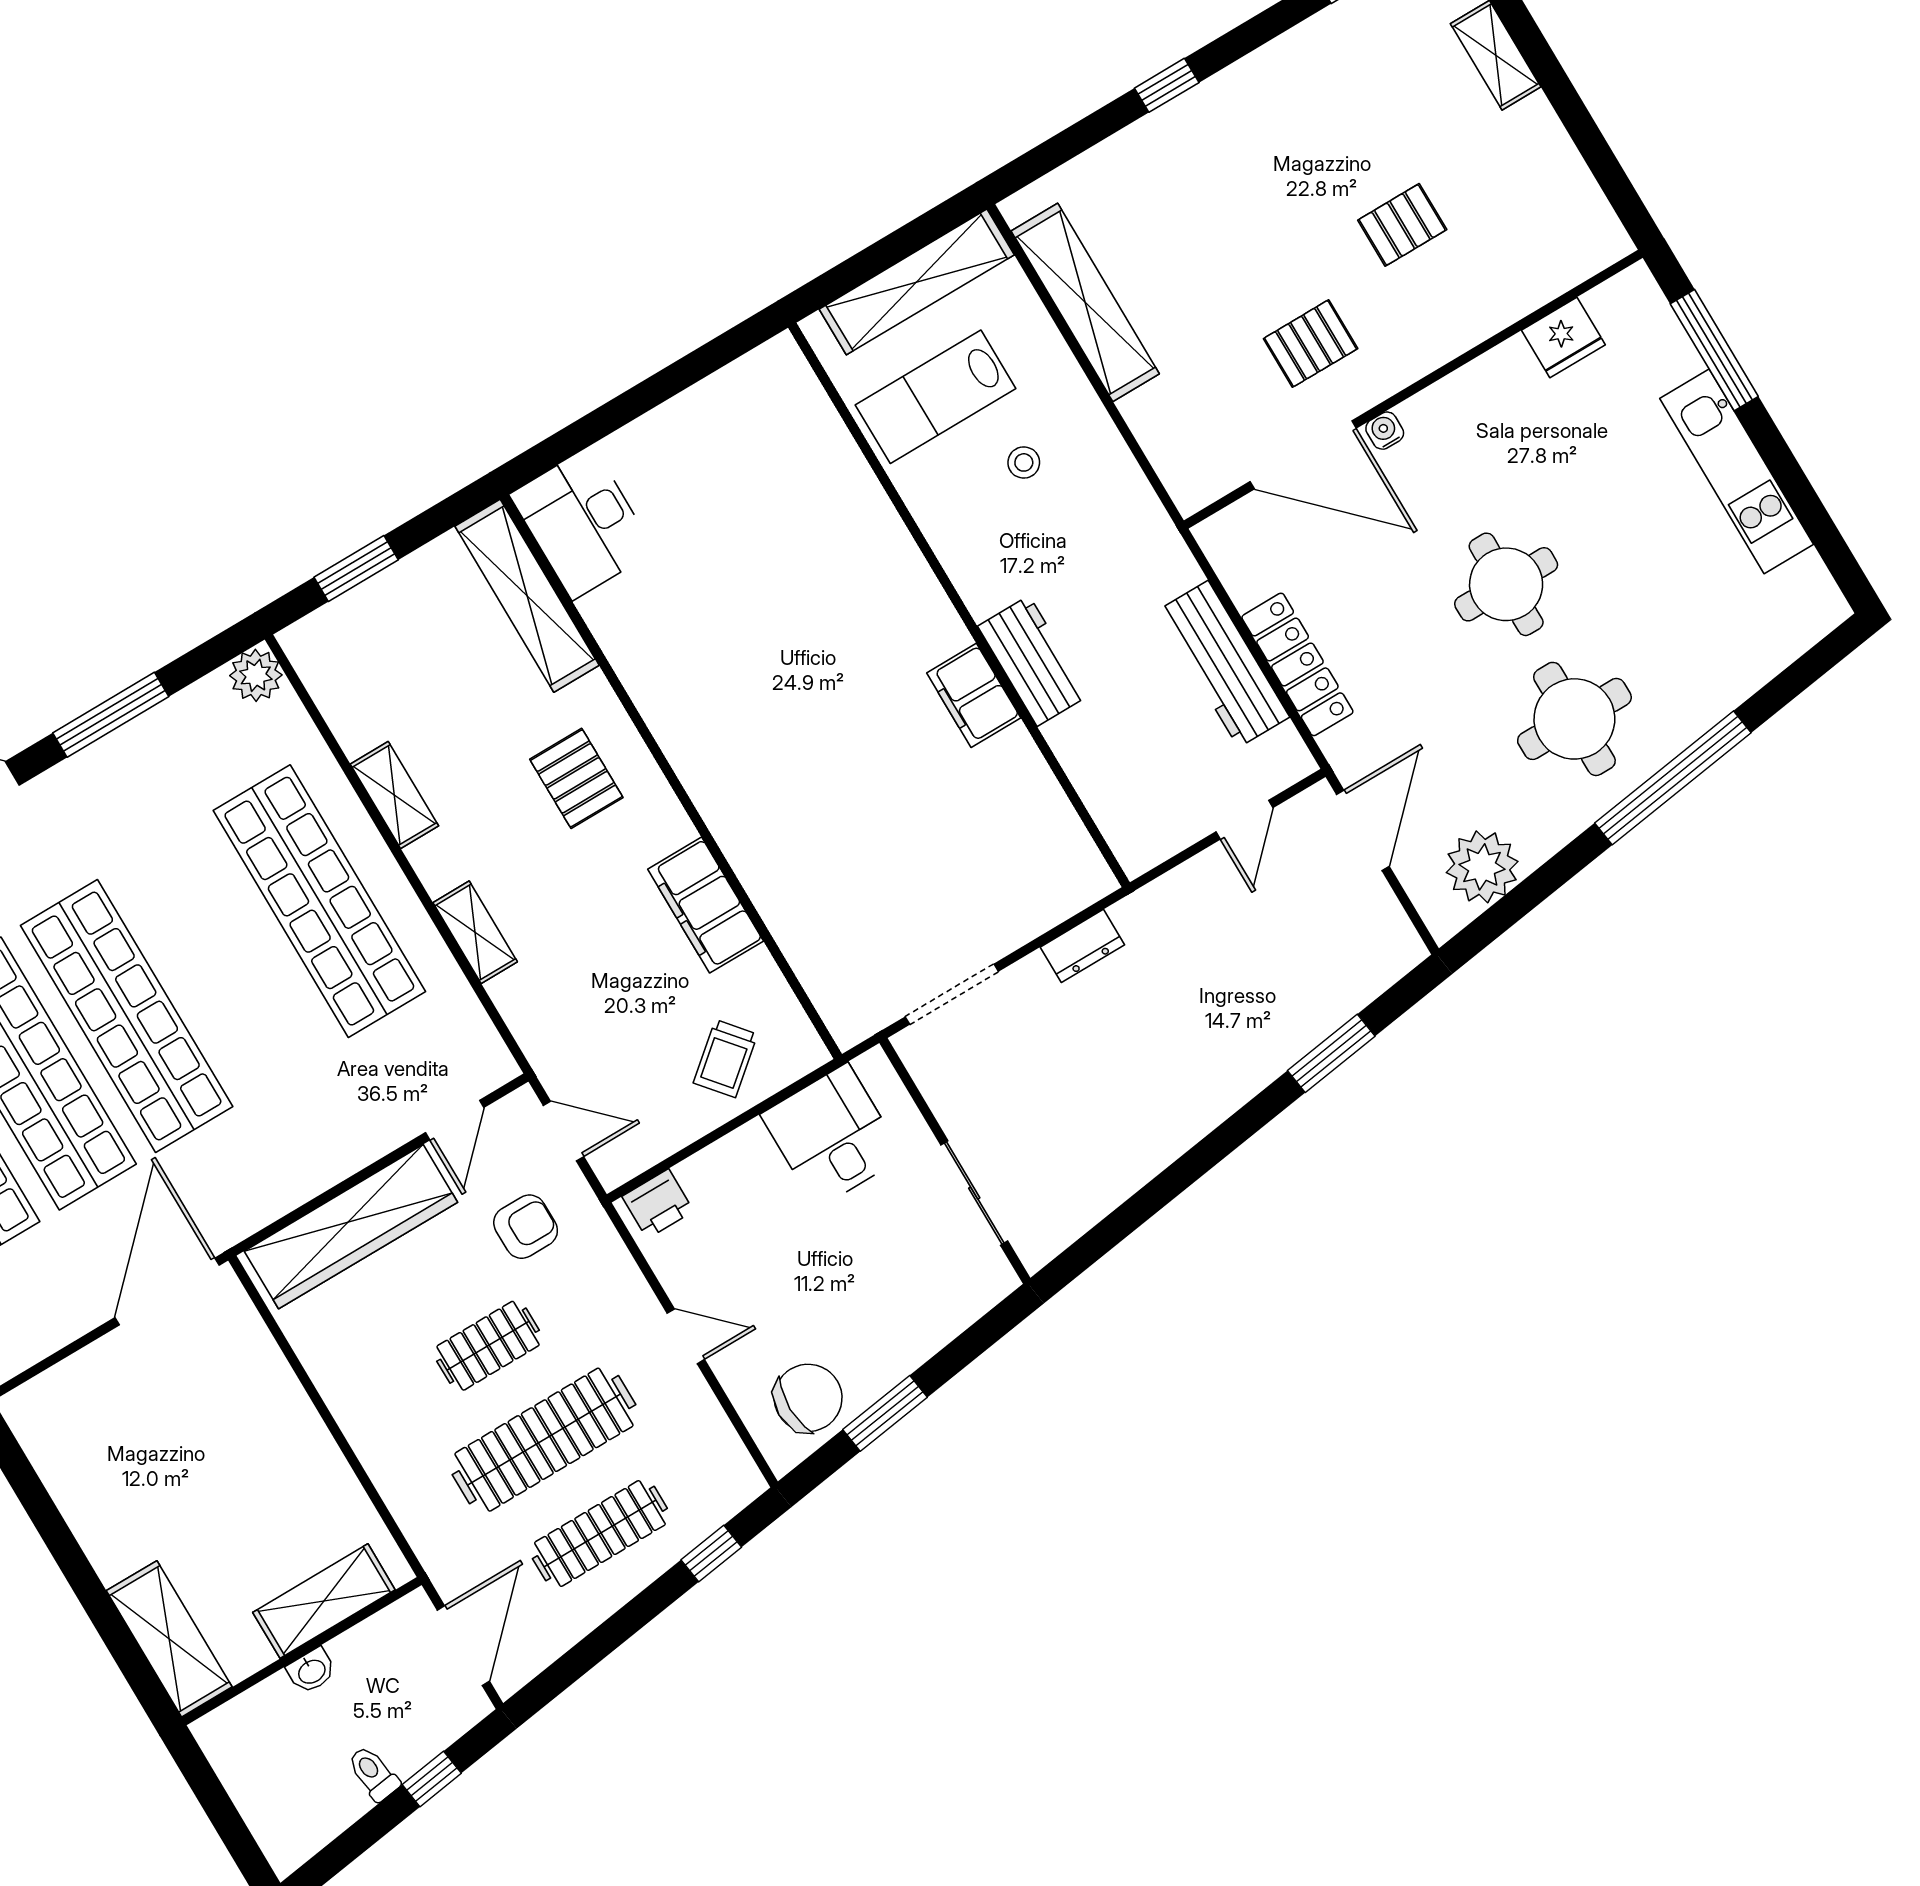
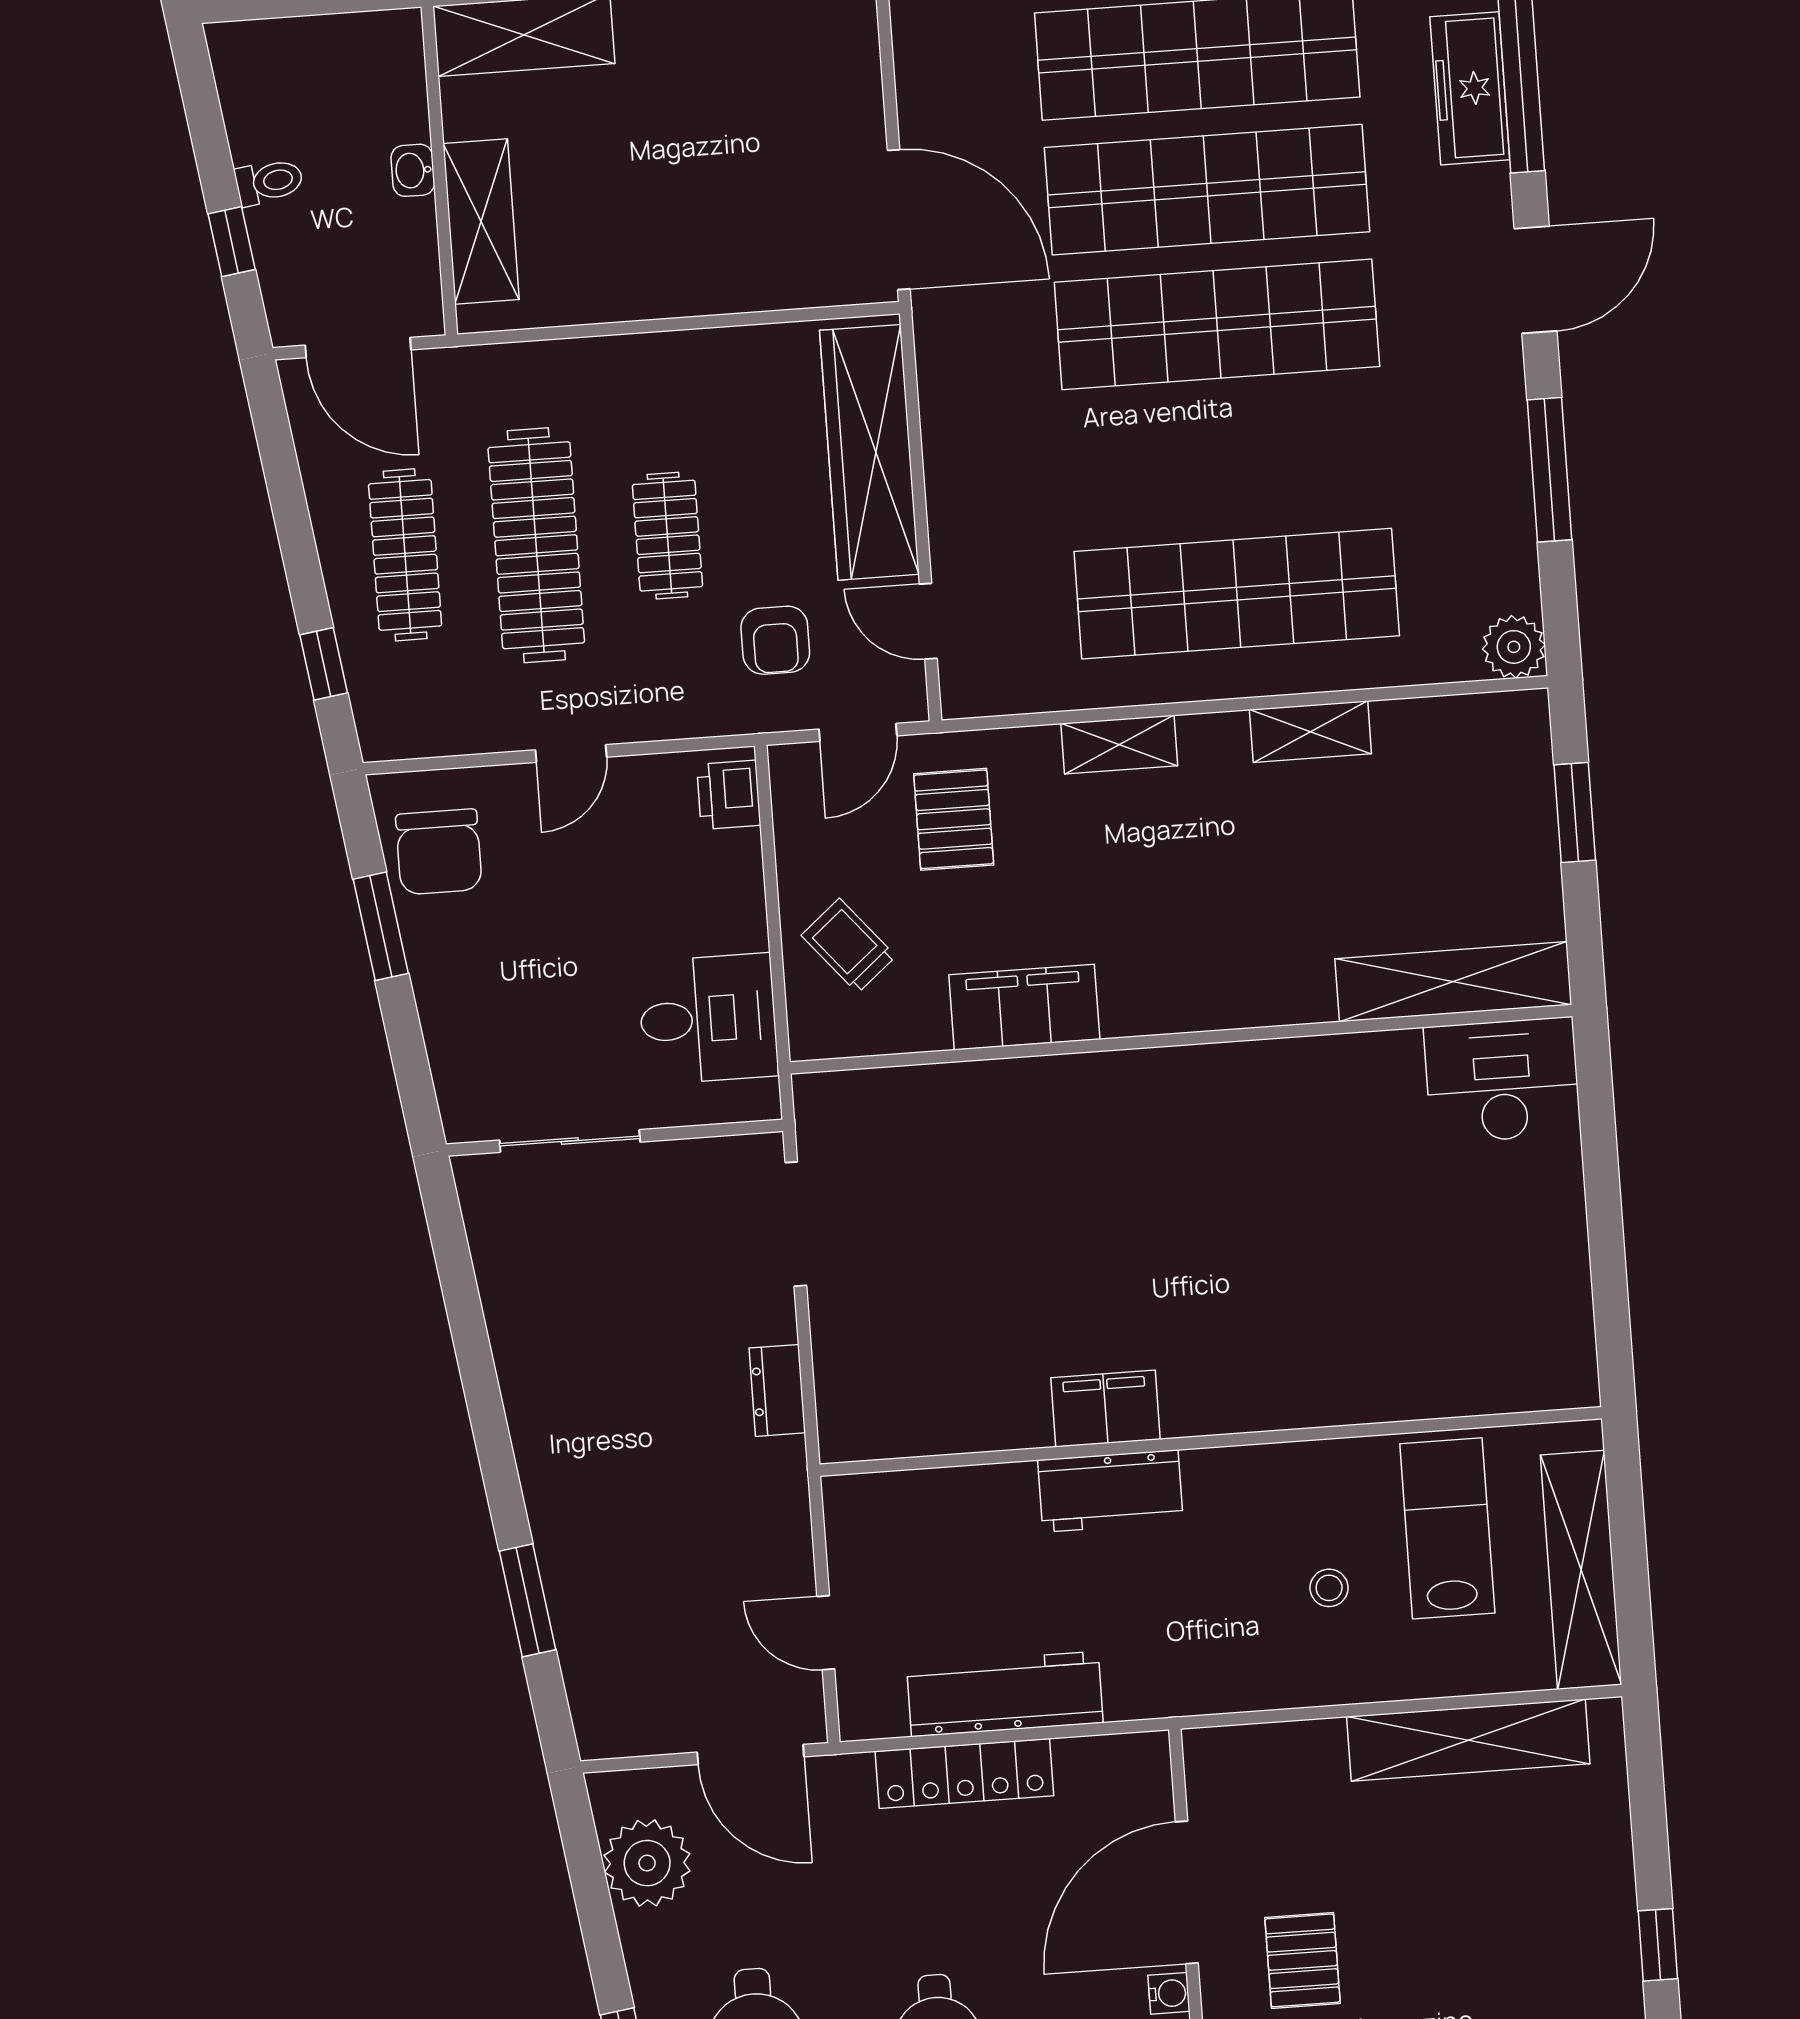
pallet: (576, 778) -> (954, 819), moved, turned 90

